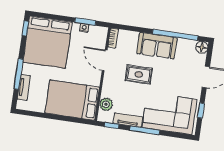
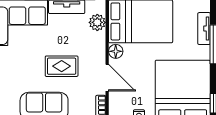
floor lamp: (95, 80) -> (116, 51), added

